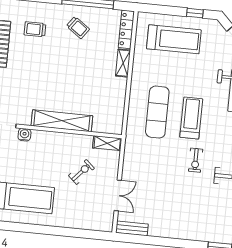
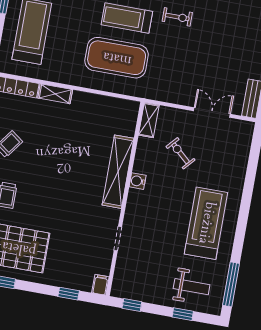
exercise mat: (157, 112) -> (117, 58), width x1.47
water cooler: (24, 135) -> (138, 181), moved

